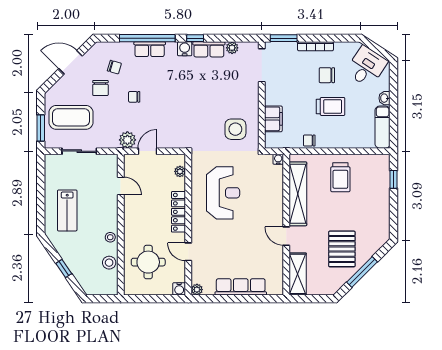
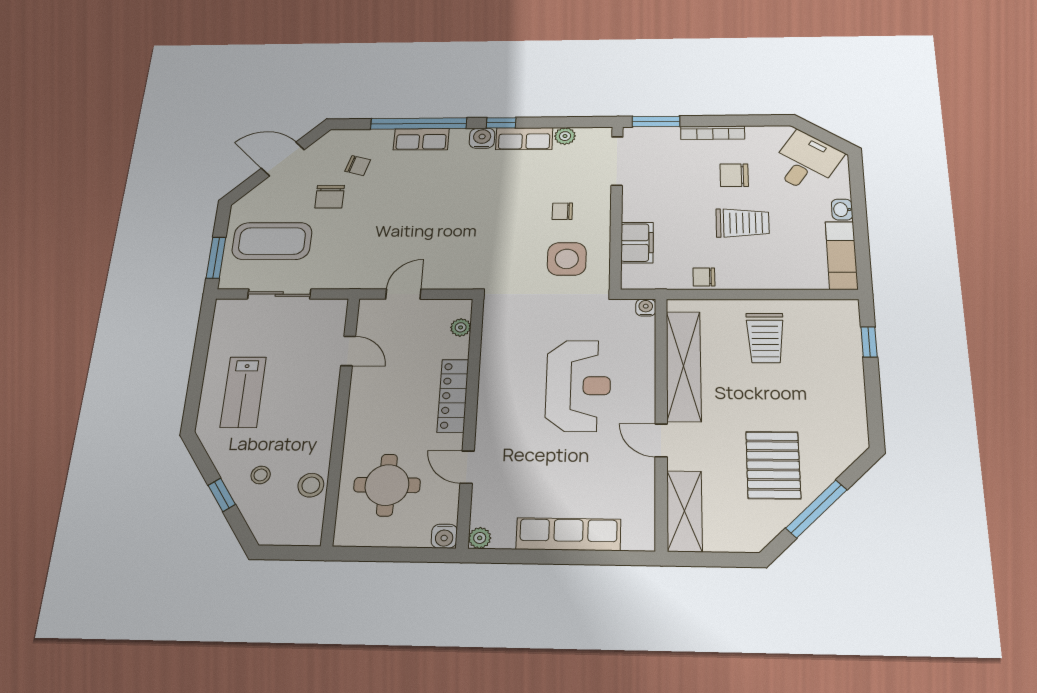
chair: (134, 97) -> (562, 211), moved
plant: (127, 140) -> (369, 276), removed
reception desk: (223, 193) -> (578, 386), moved
stool: (110, 237) -> (261, 475), moved

